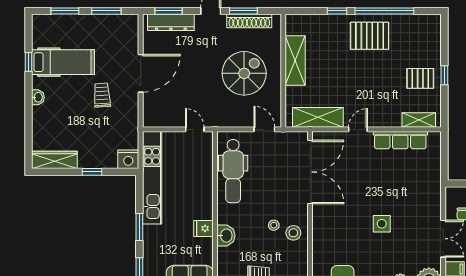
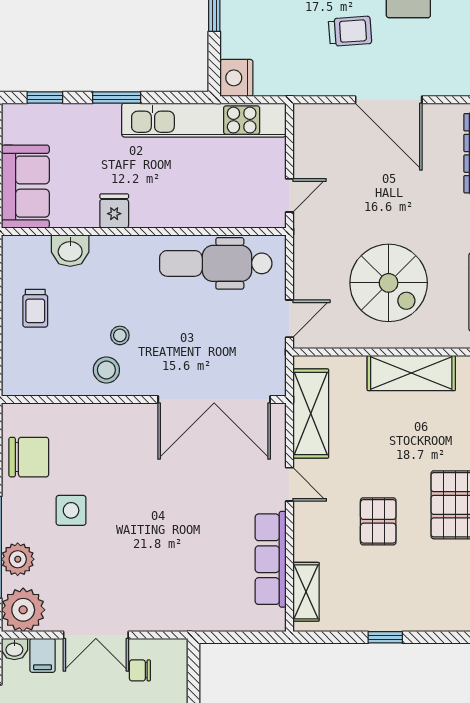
pallet: (420, 78) -> (378, 521), moved
side table: (382, 224) -> (71, 510), moved
washbasin: (226, 236) -> (70, 251), moved

